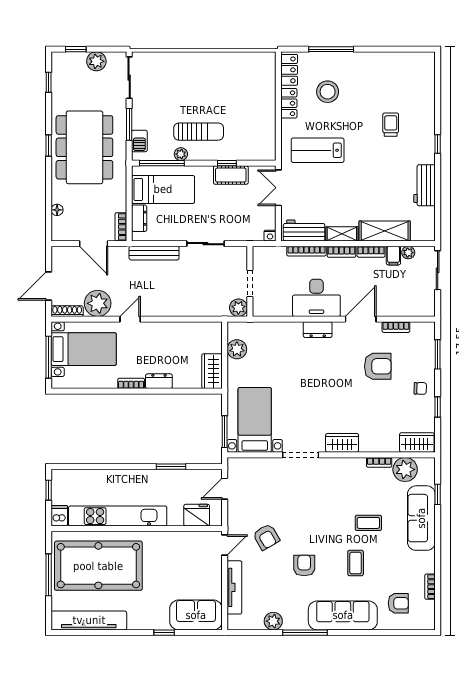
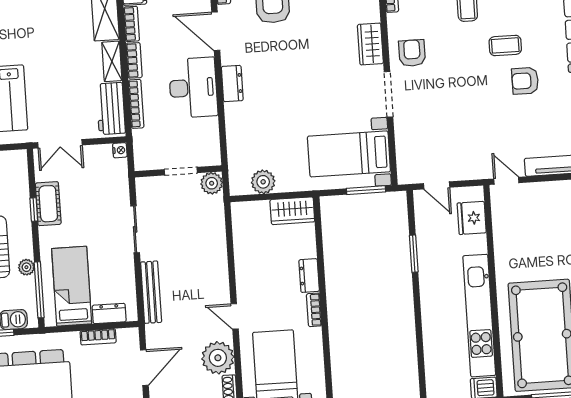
bookcase: (121, 227) -> (98, 337), moved
armchair: (266, 537) -> (412, 53), moved, turned -60
coffee table: (356, 563) -> (505, 45), moved

